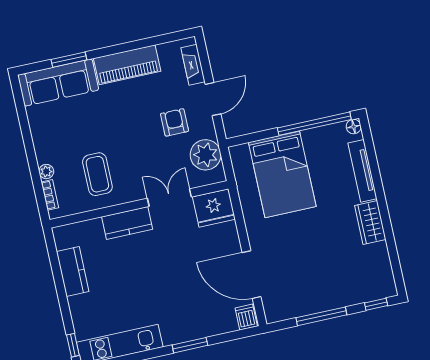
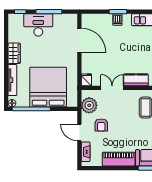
door: (213, 99) -> (79, 132), hinge flipped
bed: (282, 174) -> (48, 87), width x1.36
double door: (169, 198) -> (112, 88), swing flipped
fridge: (214, 208) -> (86, 80), width x0.53, depth x0.75
desk: (336, 287) -> (38, 25), added
dishwasher: (246, 317) -> (117, 20), moved

